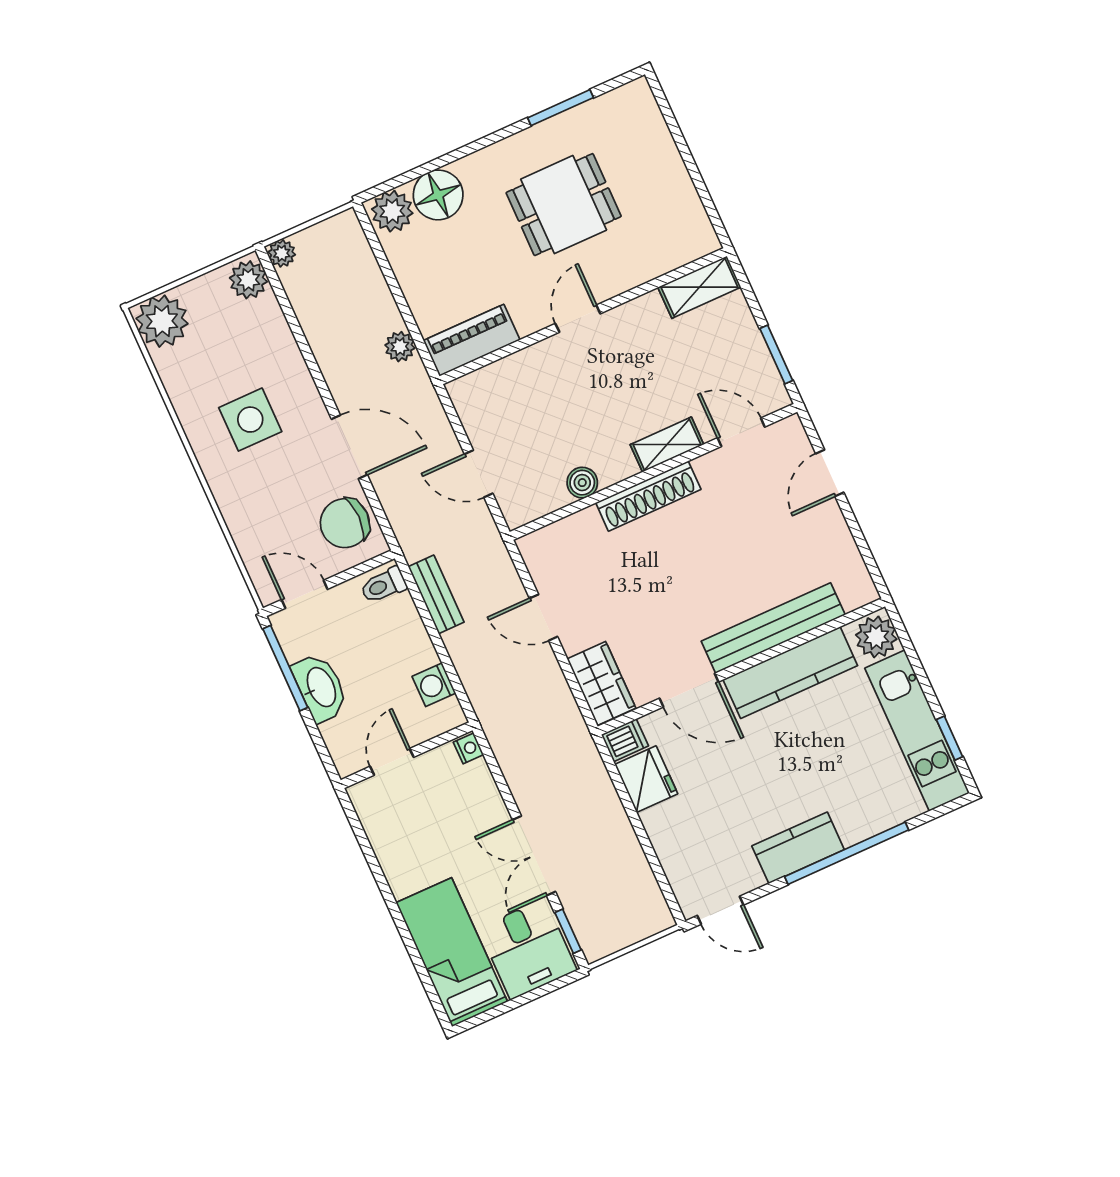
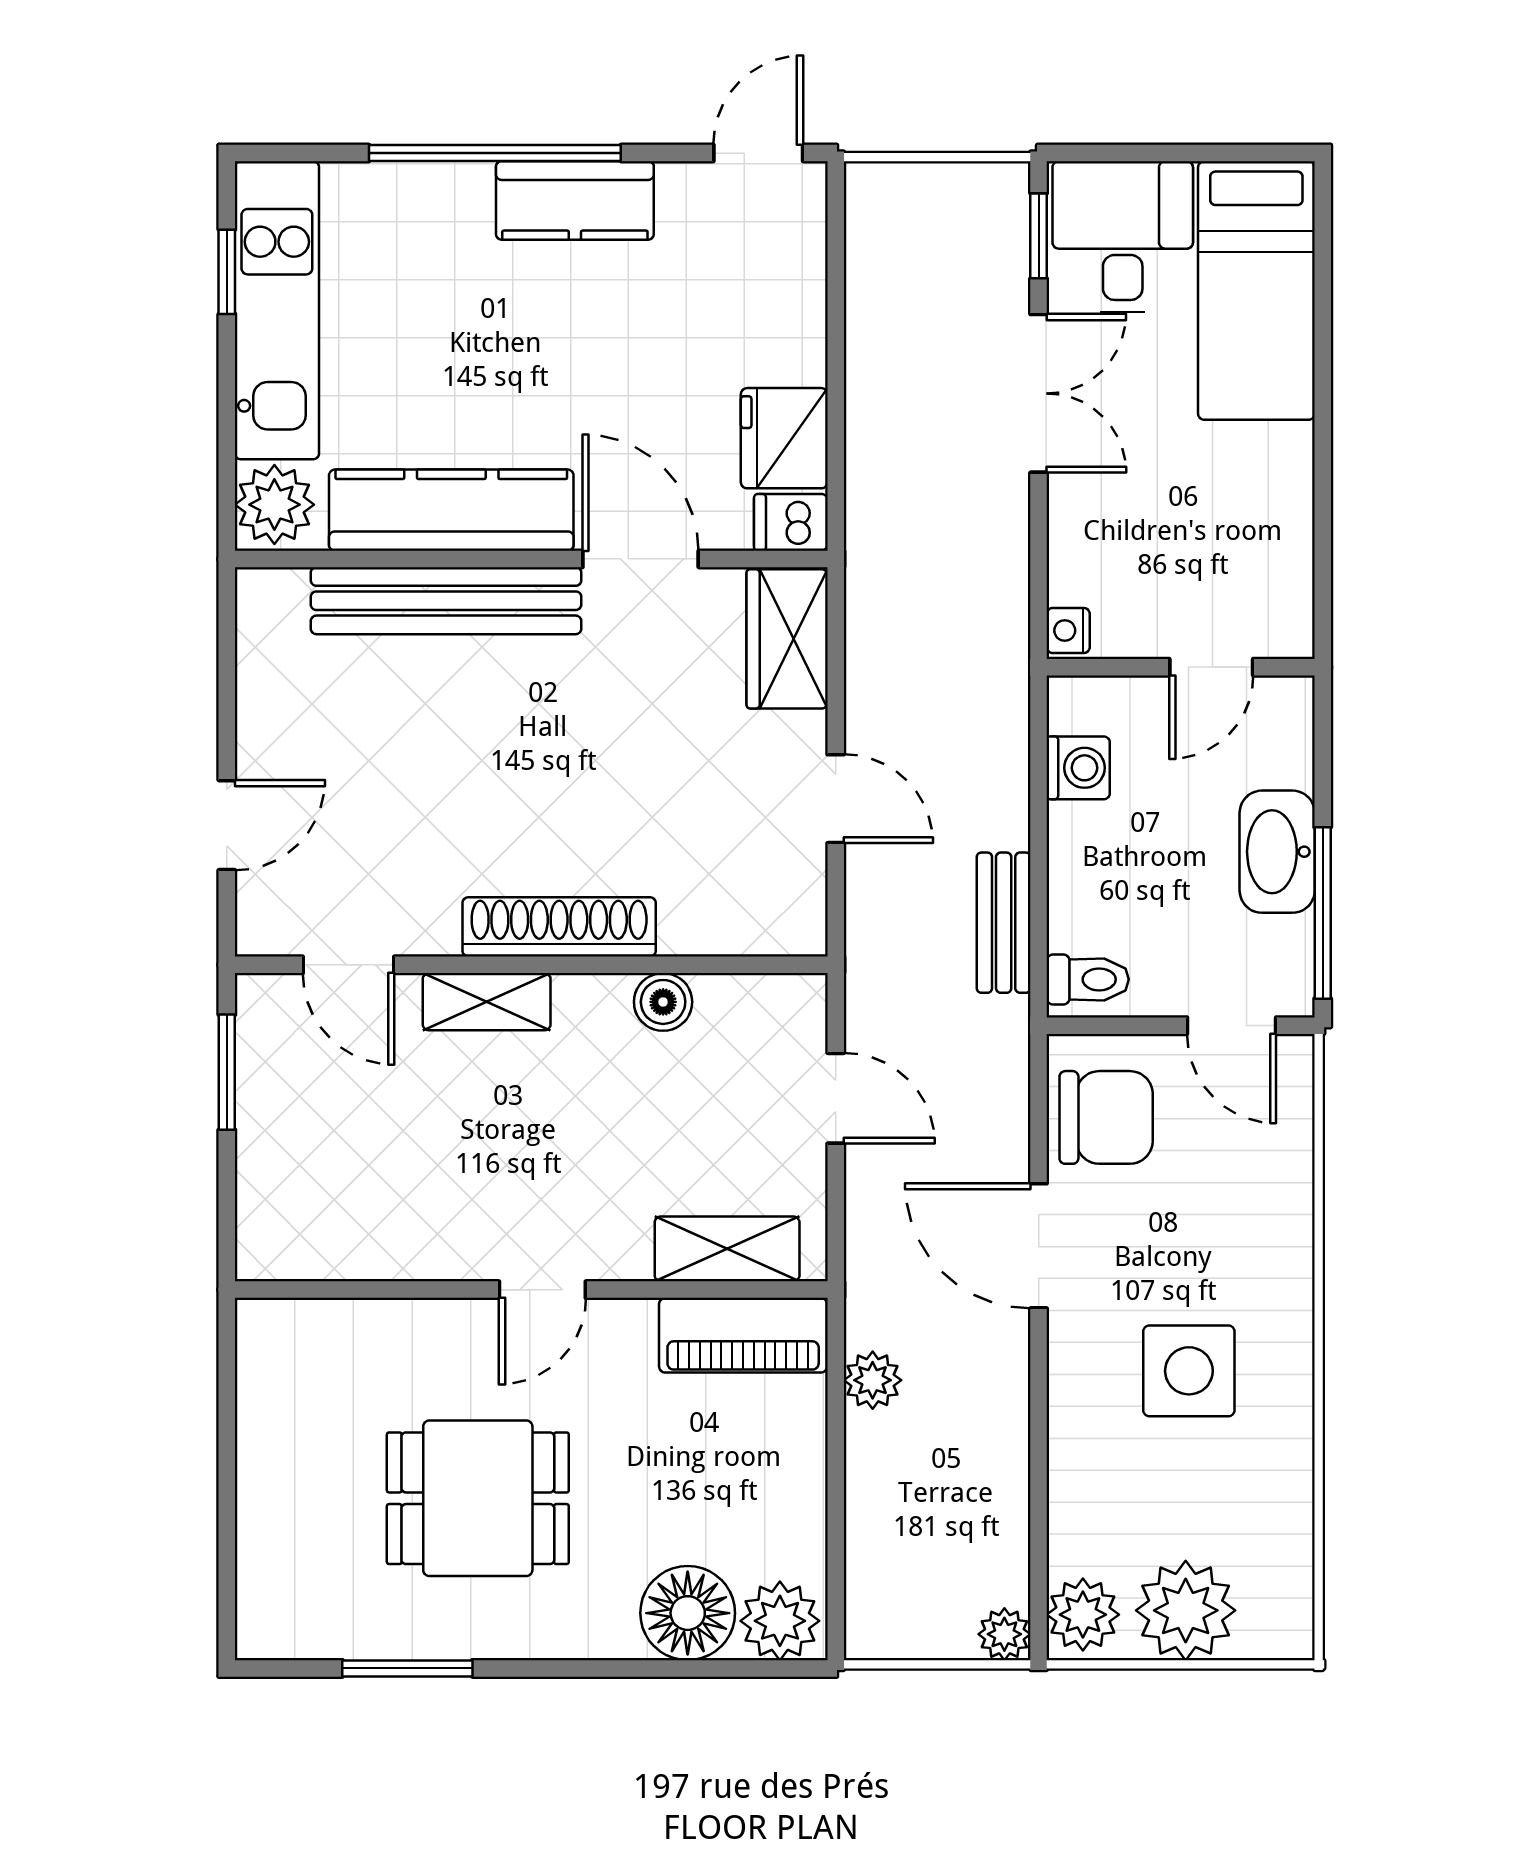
shelving: (699, 287) -> (727, 1249), moved
plant: (162, 321) -> (1186, 1610), moved
door: (720, 910) -> (758, 153), hinge flipped

